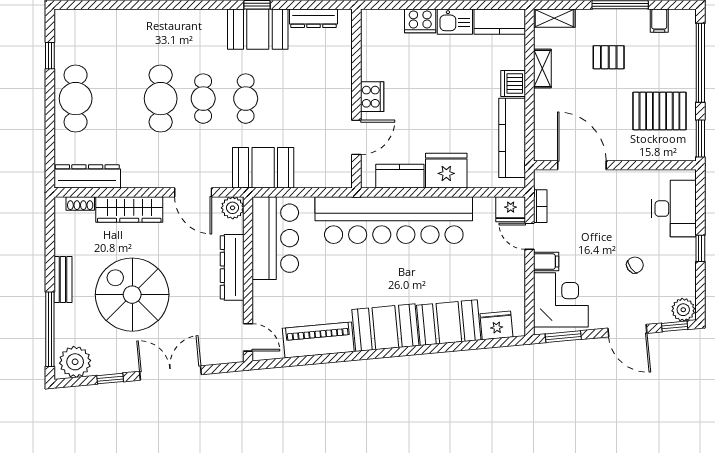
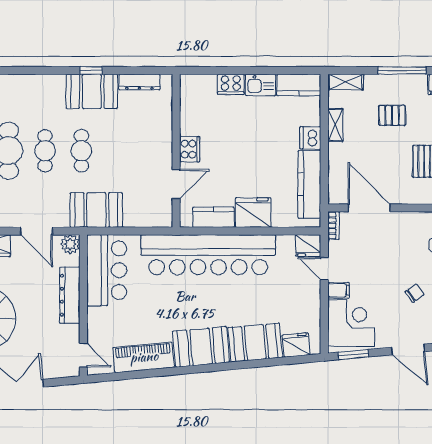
bookcase: (540, 206) -> (334, 226), moved

